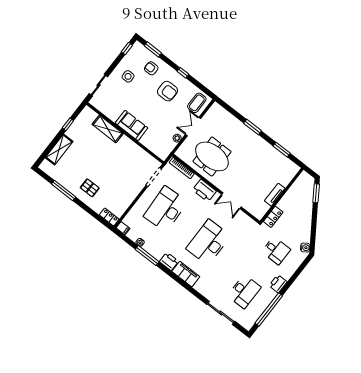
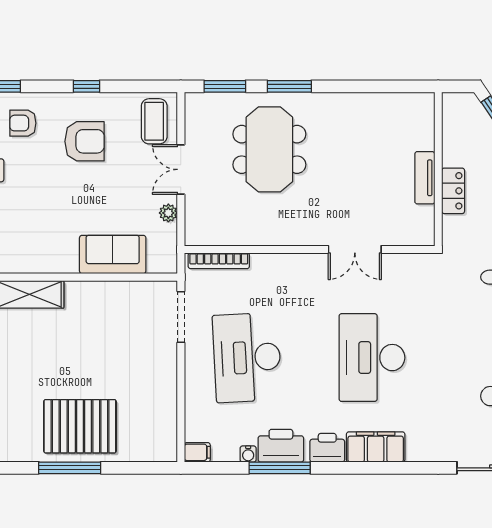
sofa: (131, 125) -> (113, 254), moved
window: (282, 150) -> (225, 86), moved
meeting table: (212, 156) -> (269, 149), moved, turned 90
pallet: (90, 188) -> (80, 426), width x2.05, depth x2.00
window: (64, 190) -> (70, 468), moved
printer: (204, 191) -> (281, 446), moved, turned 180
locker: (109, 217) -> (156, 452), removed
locker: (273, 217) -> (453, 191), moved

